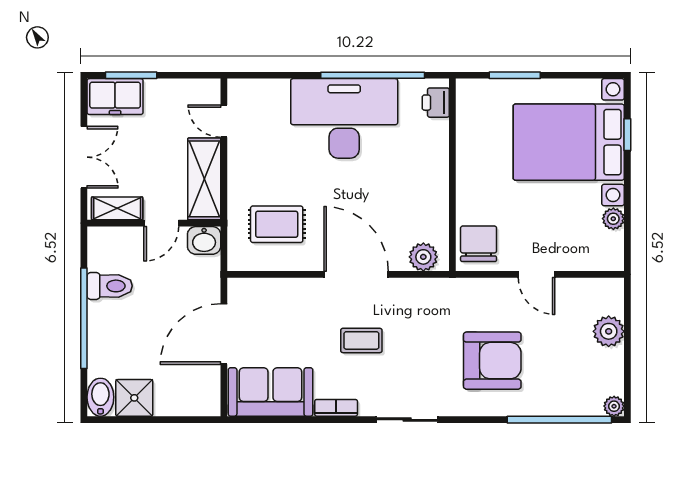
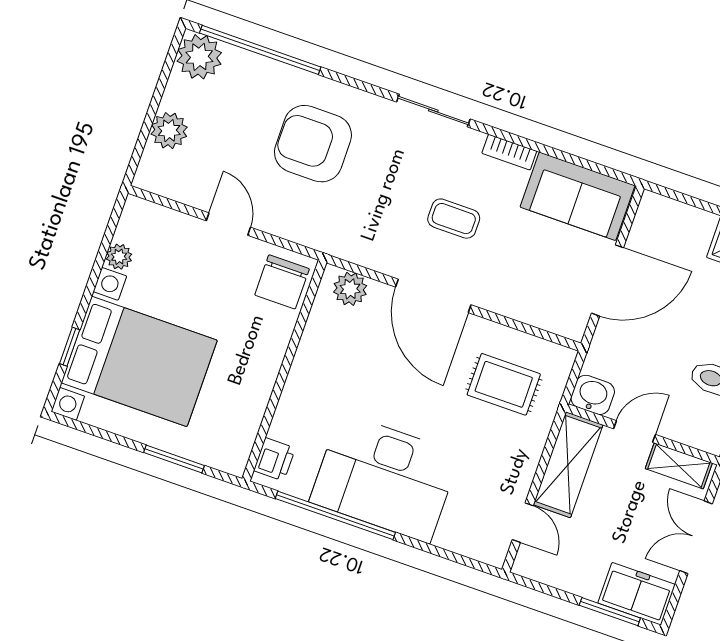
plant: (614, 406) -> (199, 57), width x1.88, depth x1.88

